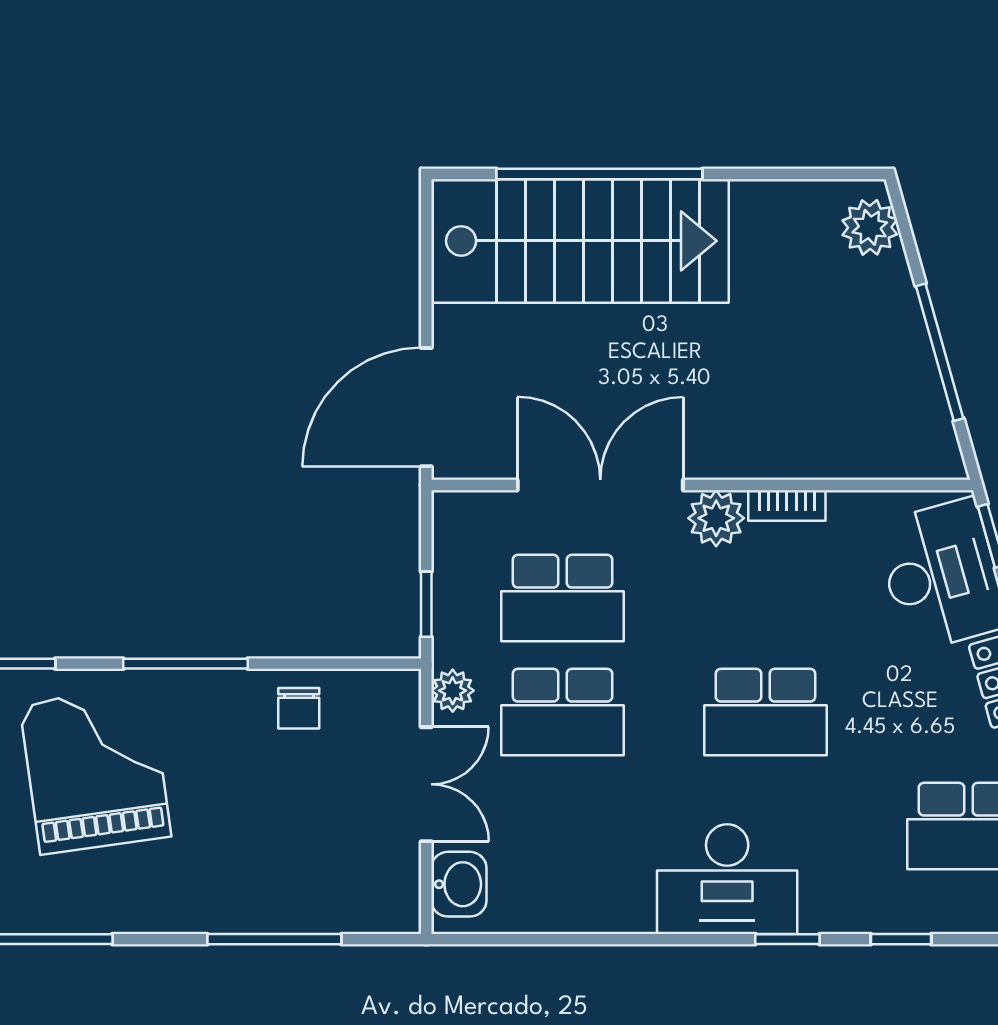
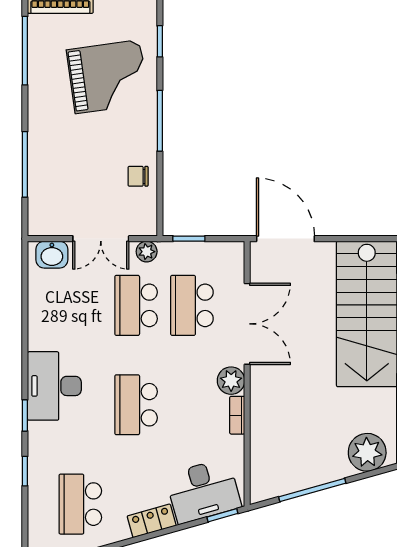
plant: (870, 227) -> (367, 452), width x1.36, depth x1.36

